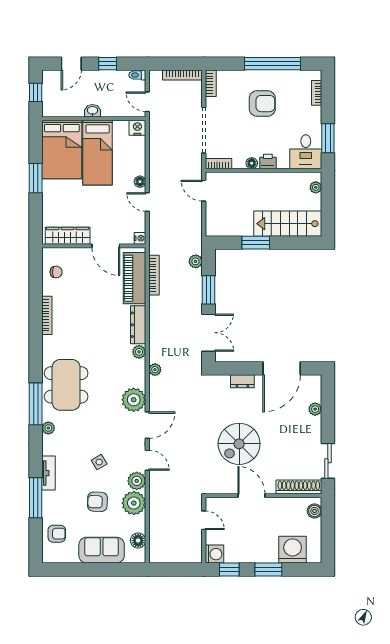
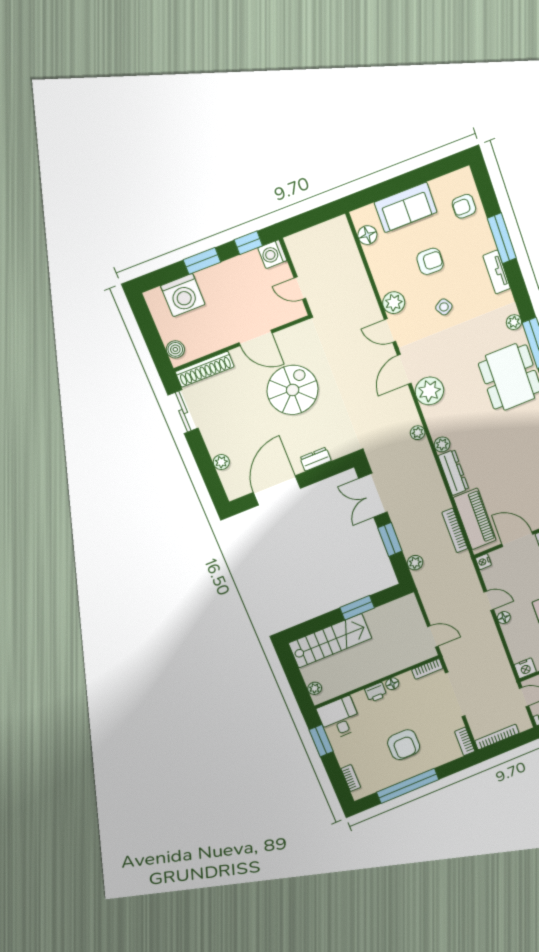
armchair: (262, 104) -> (404, 745), turned -90
plant: (134, 503) -> (388, 276), removed

